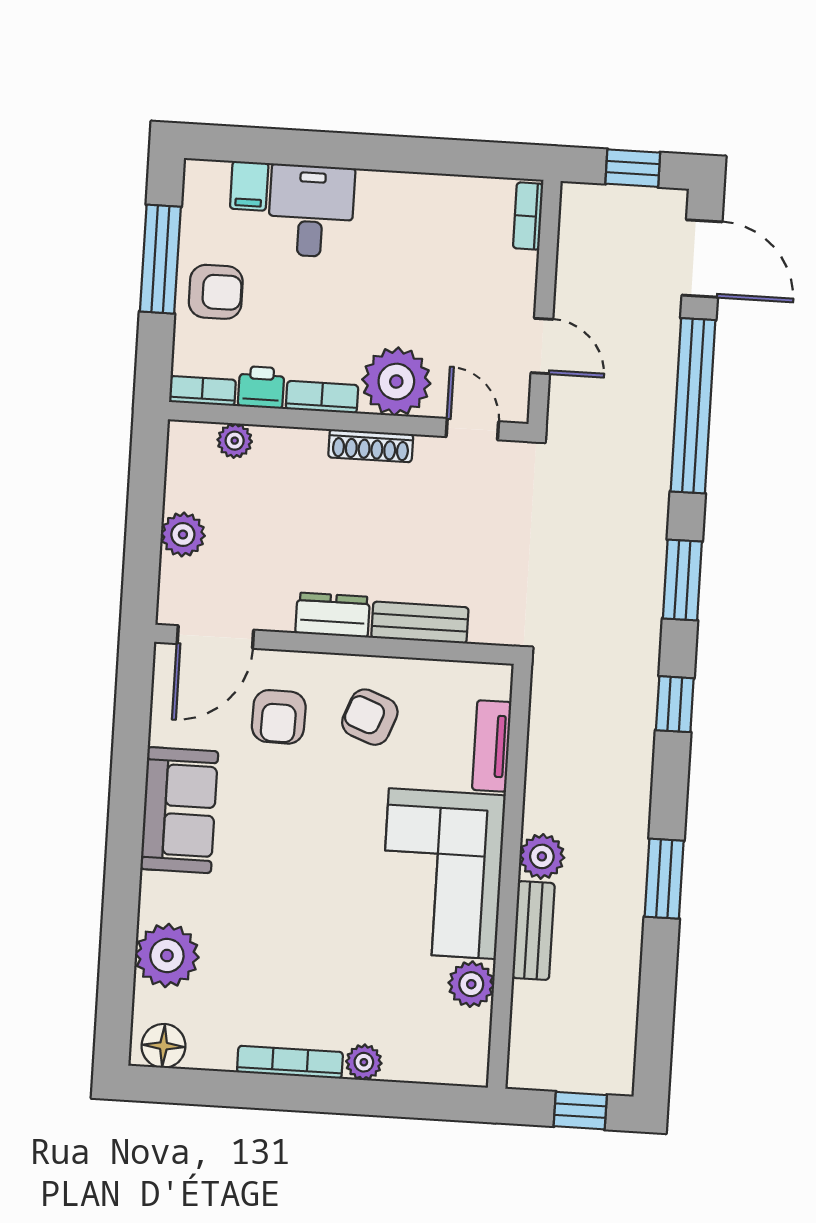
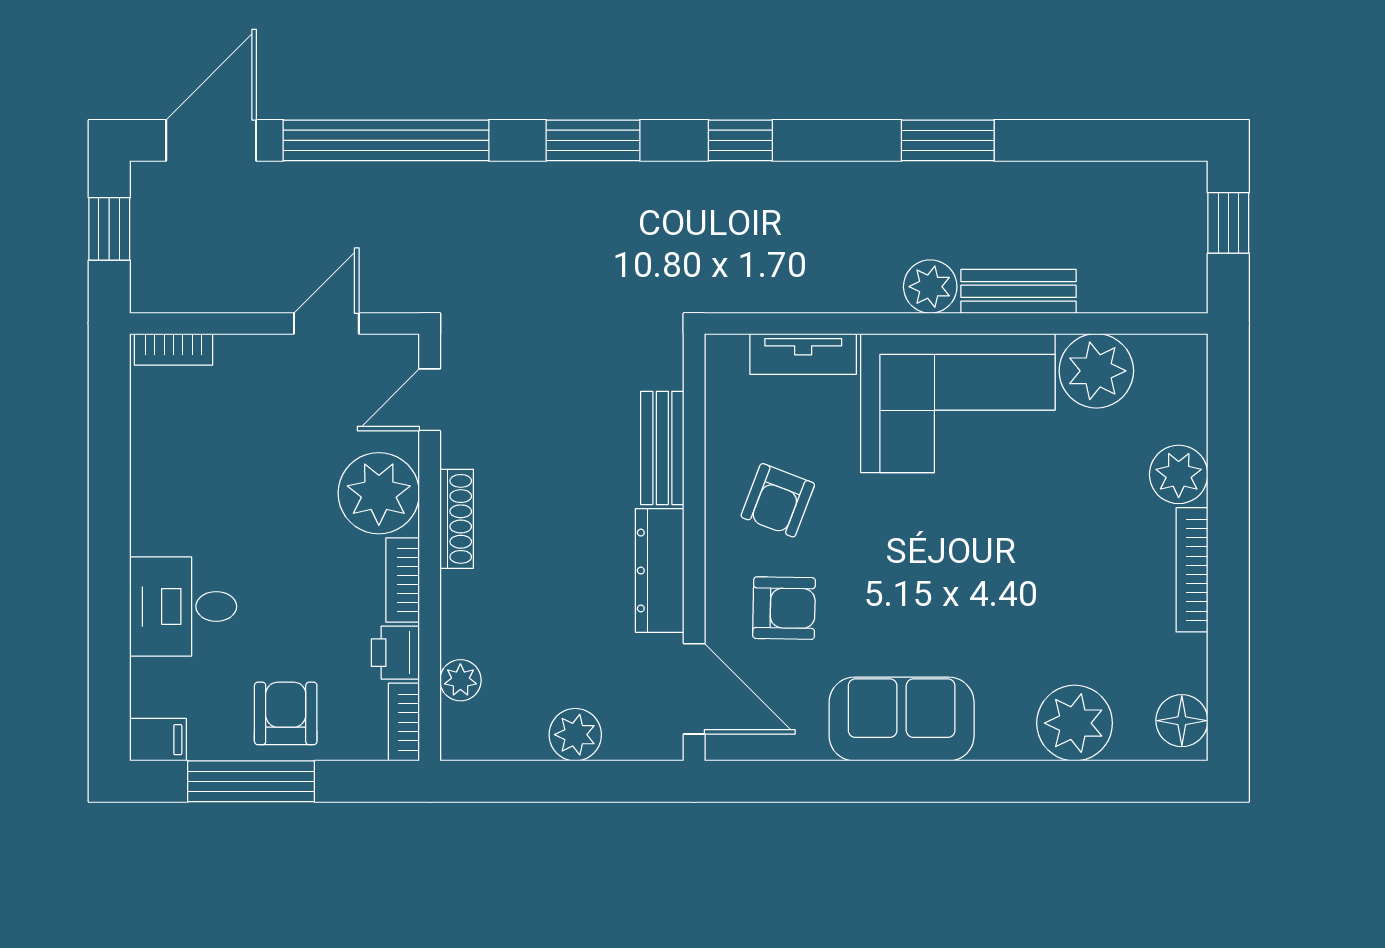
filing cabinet: (249, 186) -> (158, 740), moved
dresser: (333, 615) -> (660, 571), width x1.44
plant: (471, 984) -> (1096, 371), width x1.36, depth x1.36
plant: (364, 1062) -> (1179, 474), width x1.38, depth x1.38

